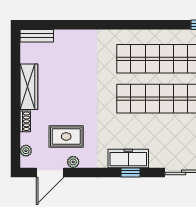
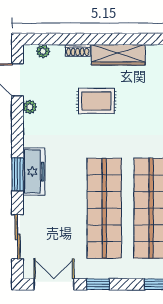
rug: (66, 136) -> (96, 101), moved, turned 90
window: (131, 172) -> (17, 174), width x1.50

